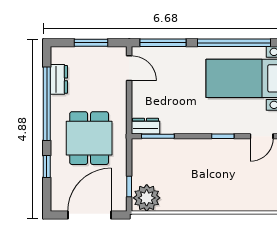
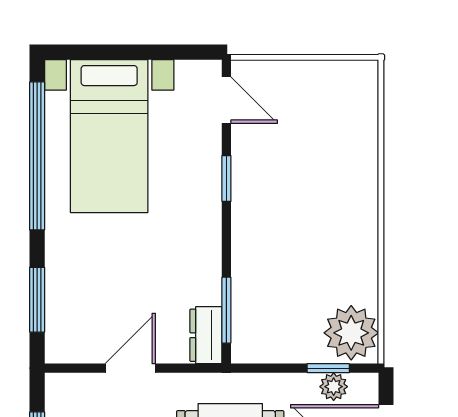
window: (163, 43) -> (37, 300), width x0.69
door: (129, 68) -> (130, 368), moved
plant: (120, 189) -> (334, 387), added

